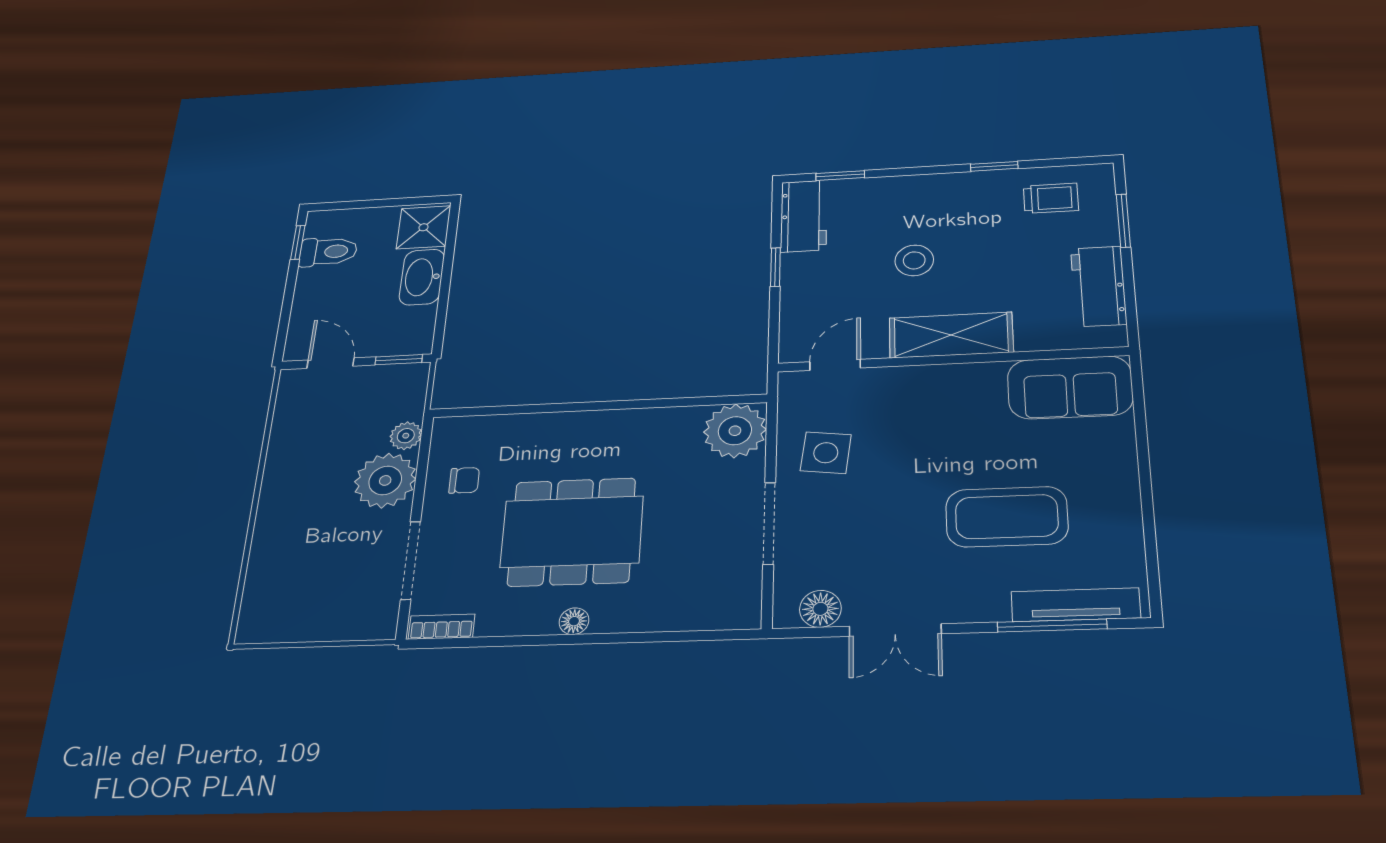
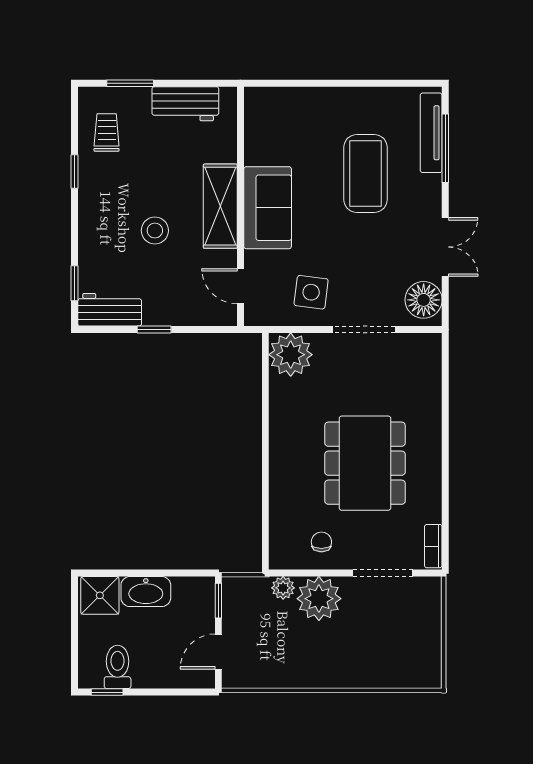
sofa: (1070, 387) -> (268, 208), moved
floor lamp: (820, 609) -> (424, 300), width x1.38, depth x1.38
floor lamp: (574, 621) -> (432, 457), removed

